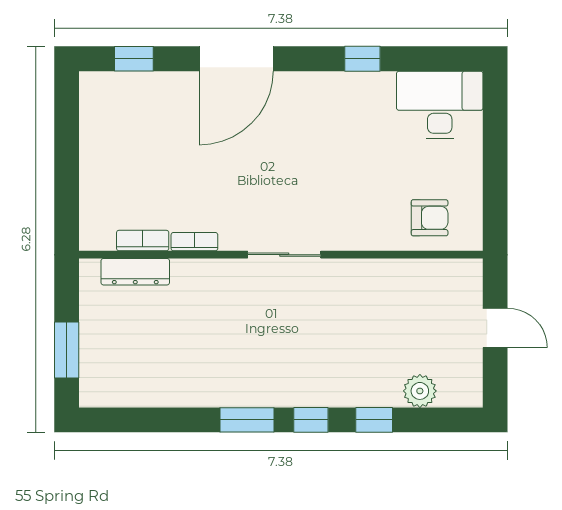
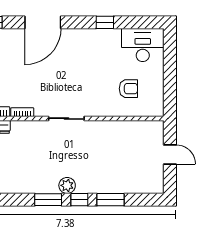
armchair: (430, 218) -> (128, 89), moved
plant: (420, 391) -> (67, 185), moved
window: (374, 420) -> (111, 200), width x1.50

